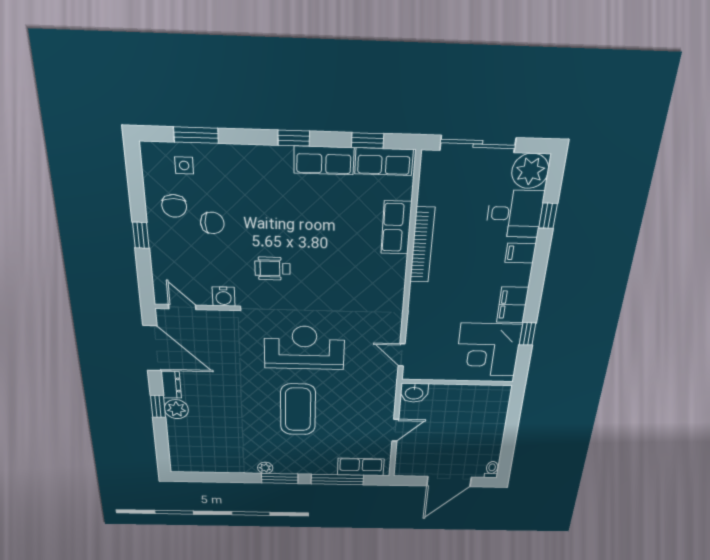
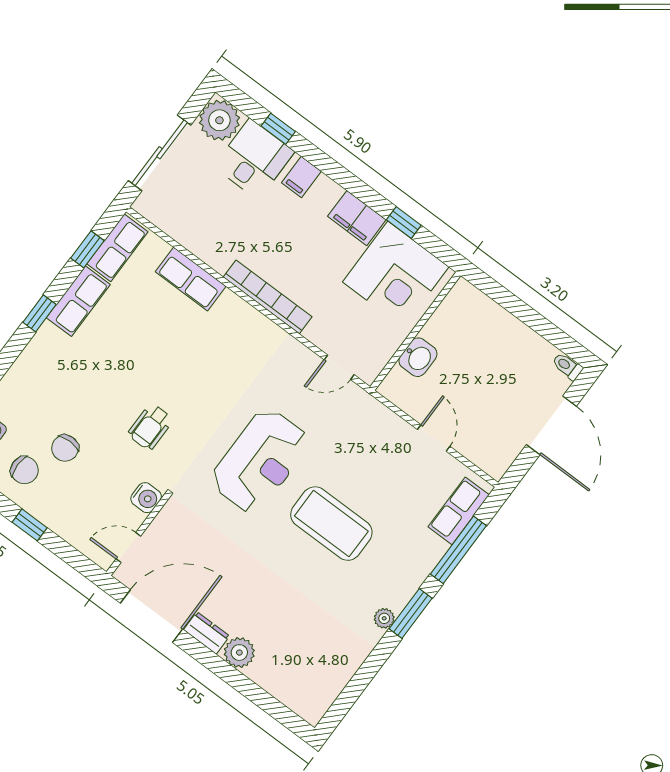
chair: (212, 223) -> (65, 448), turned 180
bookcase: (422, 245) -> (268, 297), moved
reception desk: (304, 348) -> (260, 461), turned 180
washbasin: (414, 393) -> (418, 357), moved
window: (158, 406) -> (222, 669), removed

